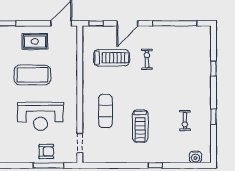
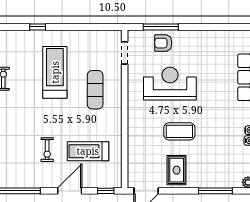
rug: (35, 41) -> (177, 170), turned 90
coffee table: (32, 75) -> (179, 131), width x0.73, depth x0.76
treadmill: (140, 126) -> (55, 72), width x1.37, depth x1.38

